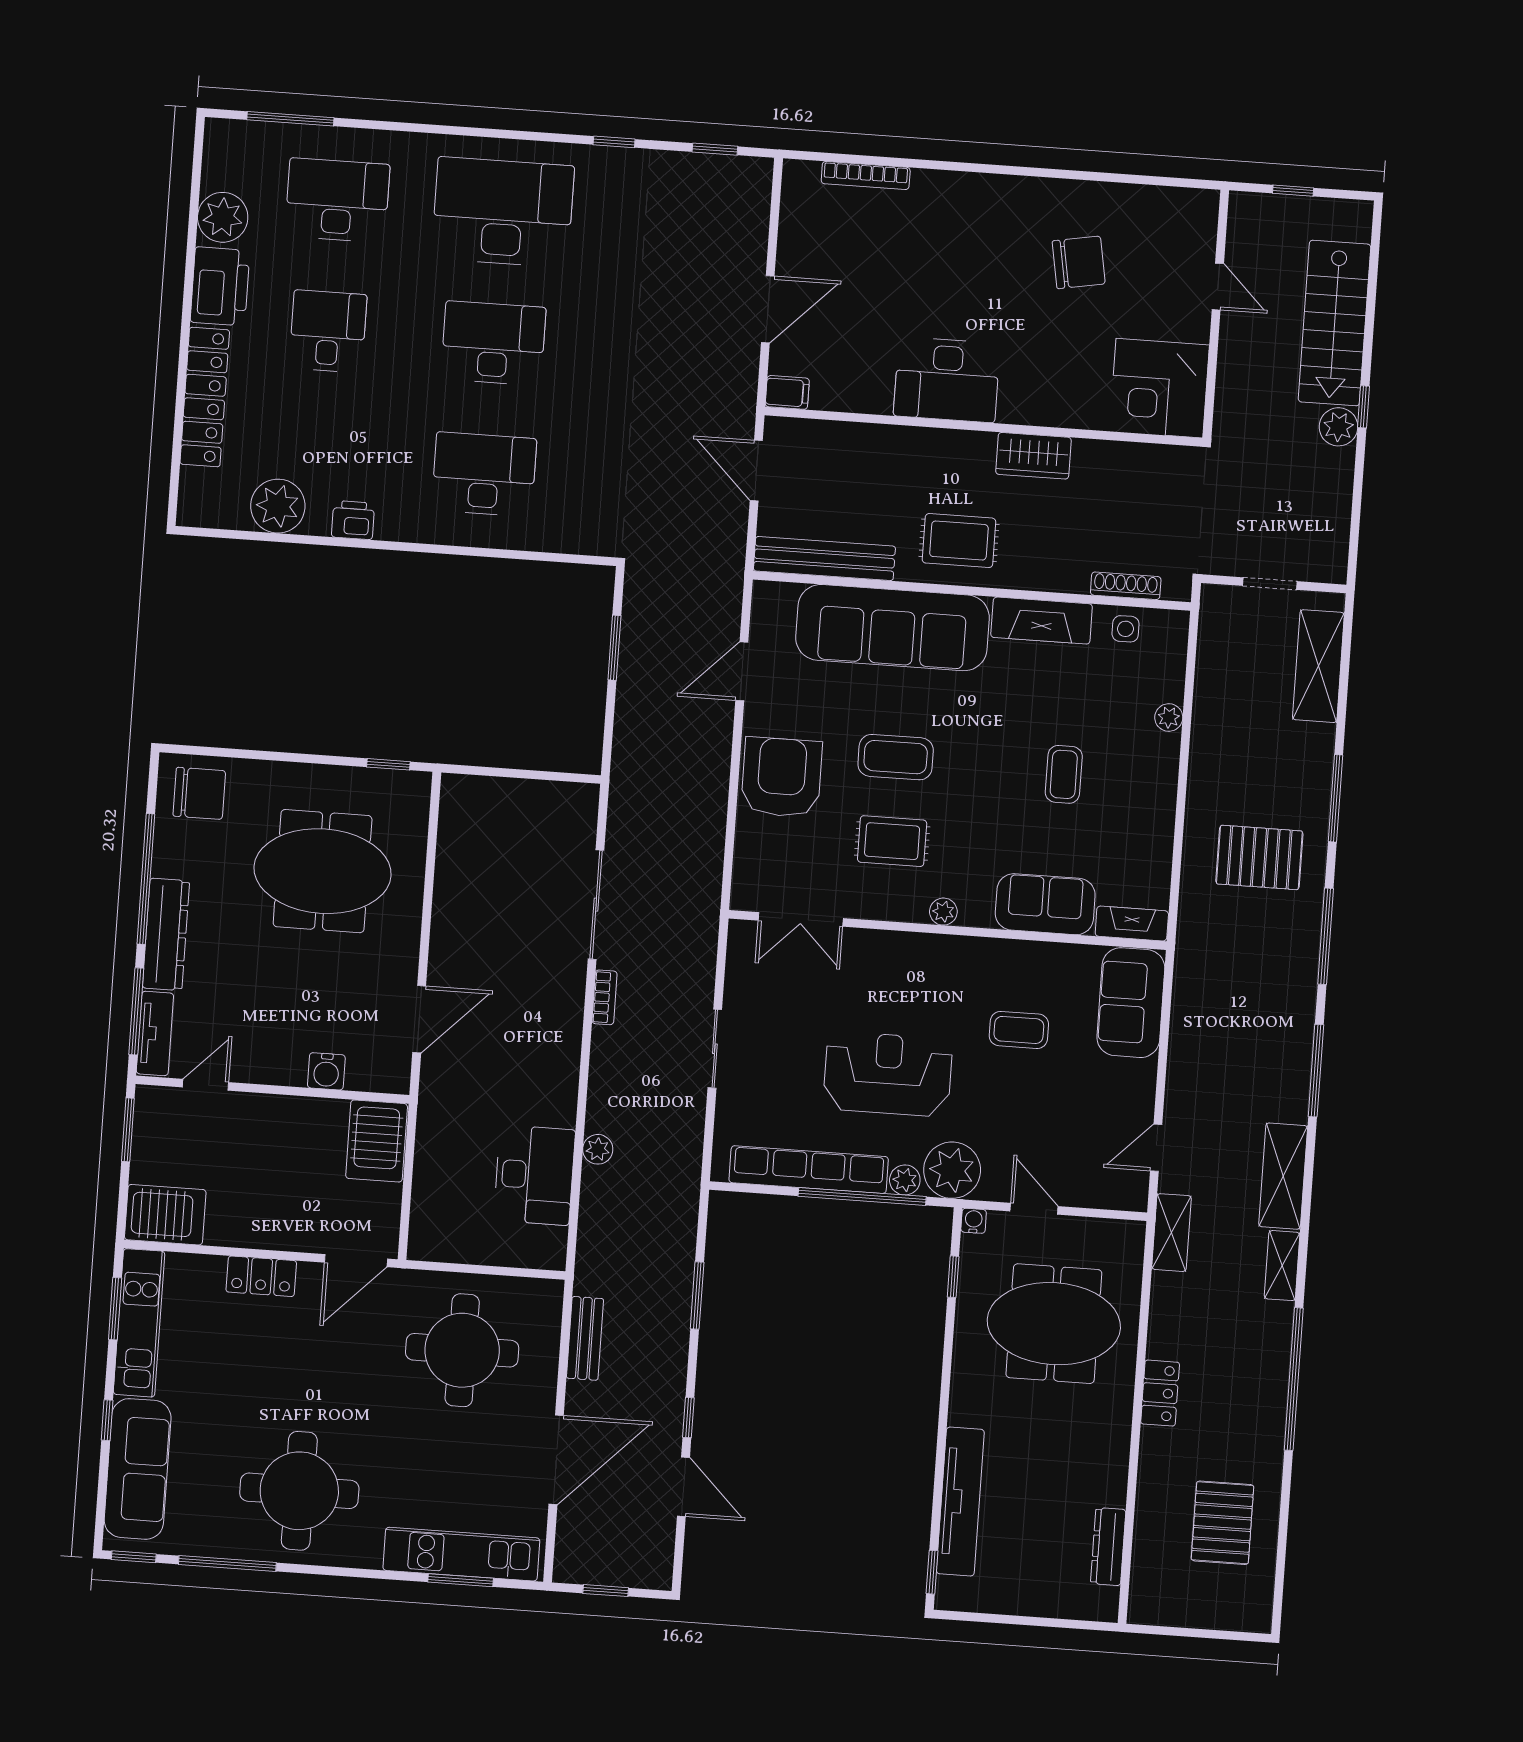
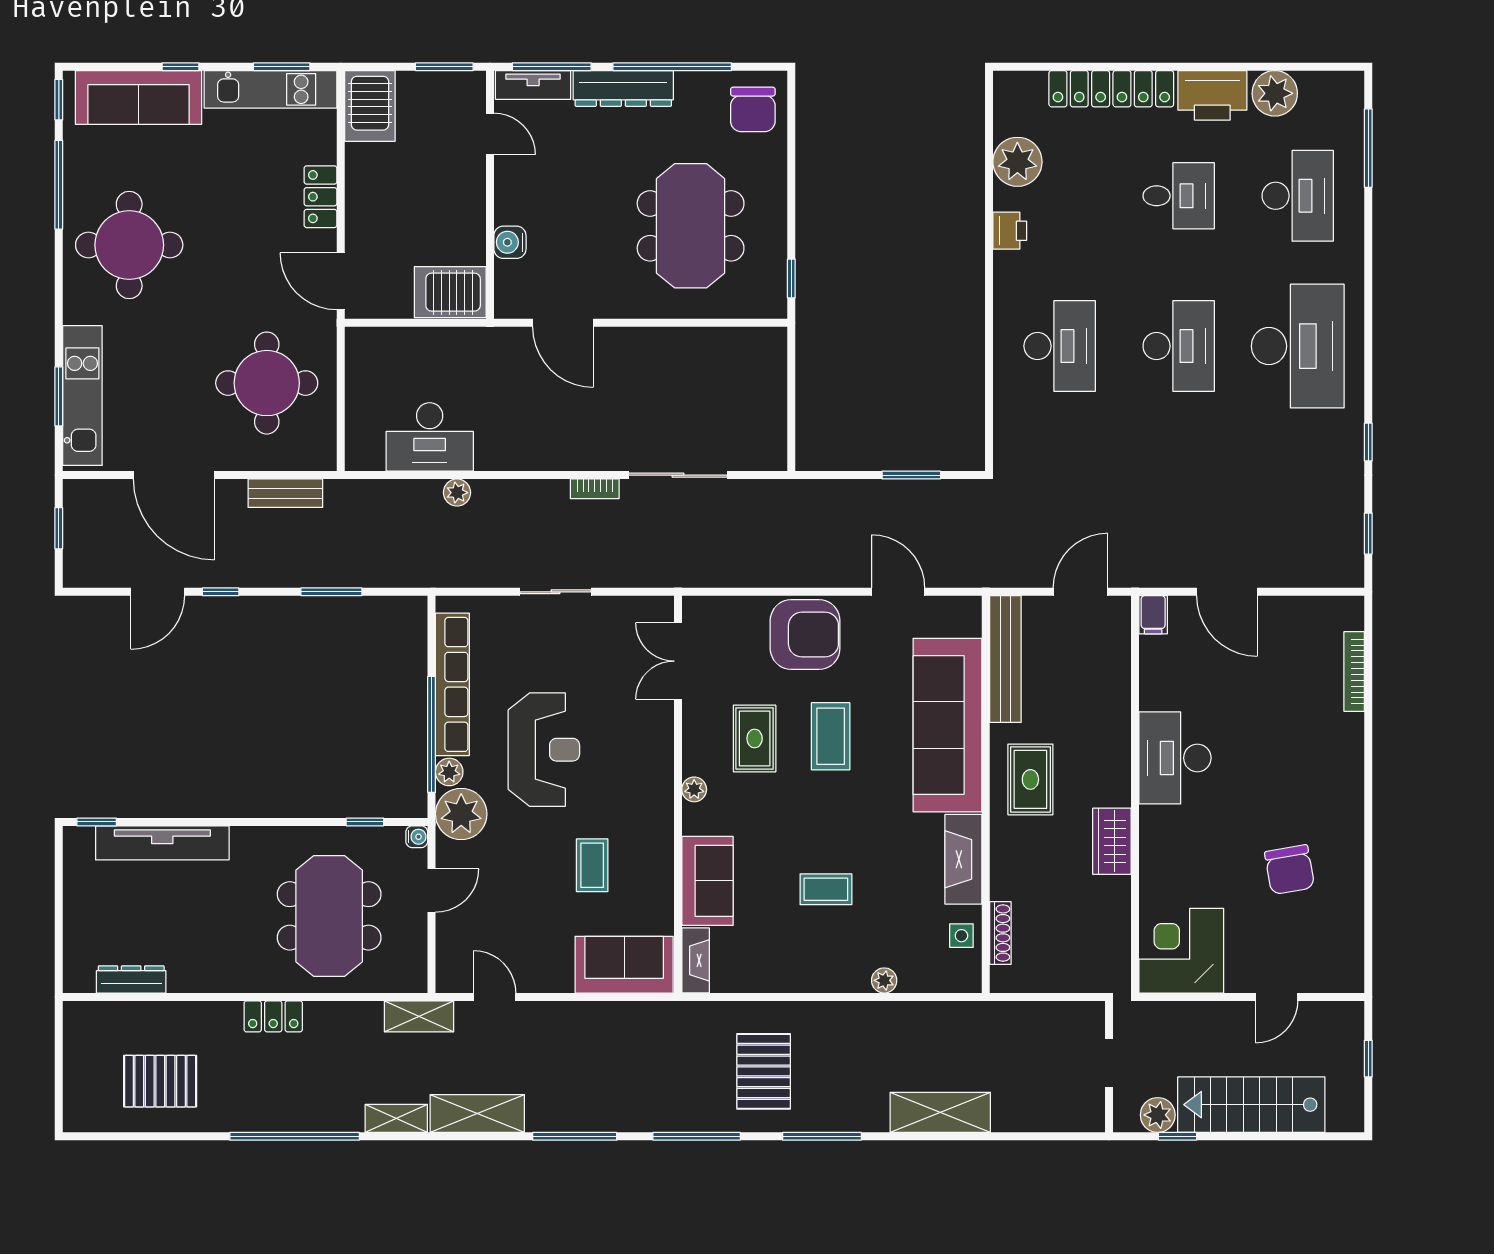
doorway: (1270, 584) -> (1109, 1063), moved
wall: (1274, 584) -> (1109, 1067), moved

